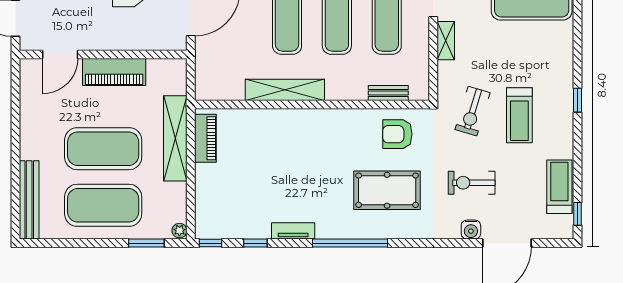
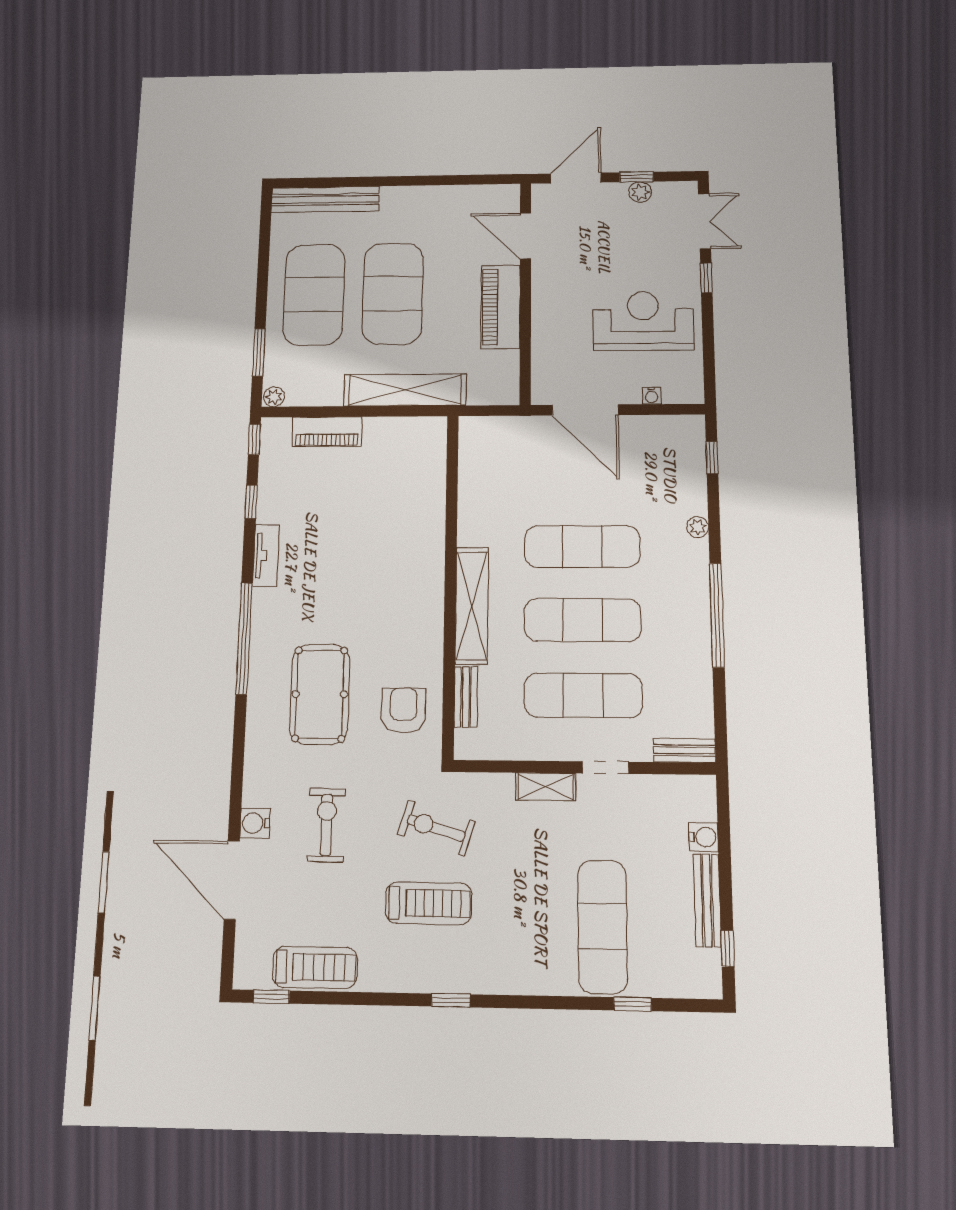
shelving: (285, 90) -> (472, 605), moved
treadmill: (519, 115) -> (429, 903), turned 180
piano: (205, 138) -> (327, 432), moved

